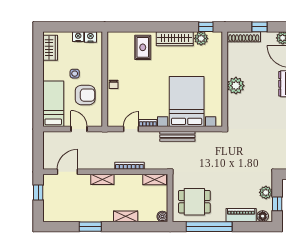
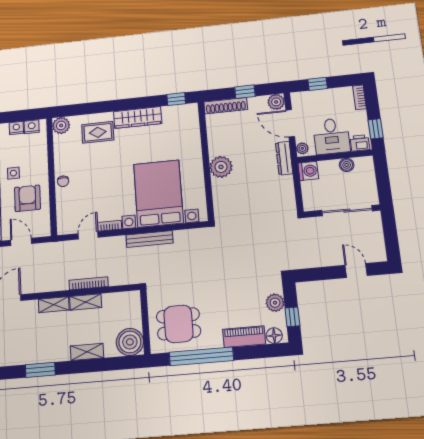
plant: (201, 38) -> (61, 125), moved
rug: (143, 47) -> (98, 132), turned 90
armchair: (85, 95) -> (27, 198), turned -90
shelving: (155, 180) -> (86, 302), moved
boiler: (162, 216) -> (130, 342), width x1.86, depth x1.86

